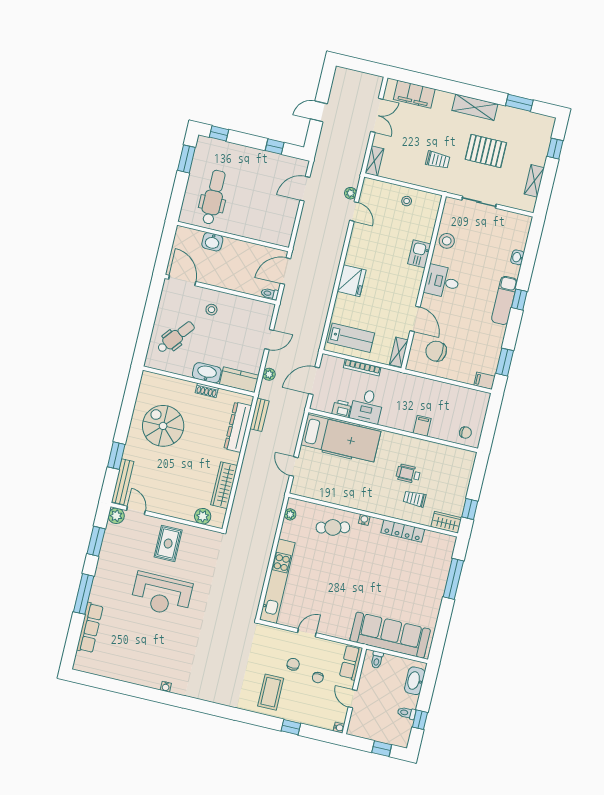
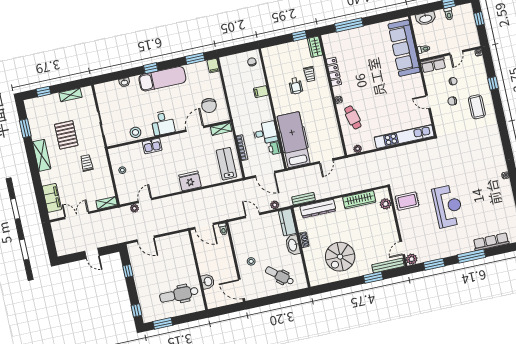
door: (182, 280) -> (241, 289), hinge flipped
exam couch: (504, 300) -> (162, 79), width x1.36, depth x1.45
rug: (168, 544) -> (407, 201), moved
coffee table: (271, 692) -> (477, 107), turned 90

